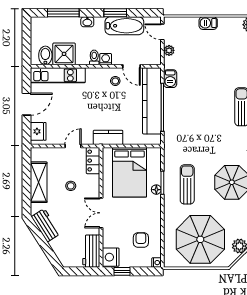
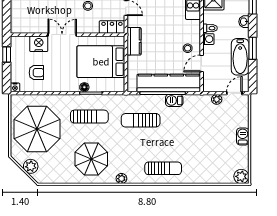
barbecue: (170, 79) -> (174, 100), moved
sun lounger: (191, 130) -> (141, 120), added
workbench: (91, 251) -> (26, 25), removed
nightstand: (111, 257) -> (39, 44), moved

